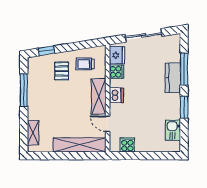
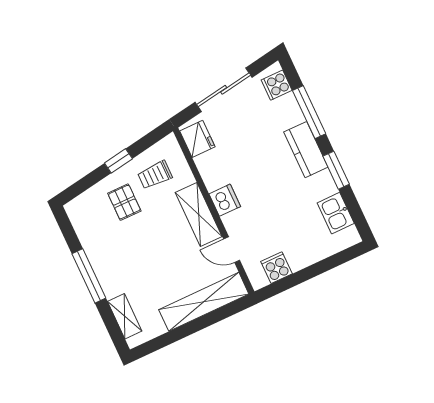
window: (46, 51) -> (118, 161), moved
cooker: (116, 72) -> (277, 85), moved, turned 180
kitchen counter: (173, 78) -> (306, 150), moved
window: (24, 90) -> (89, 276), moved

